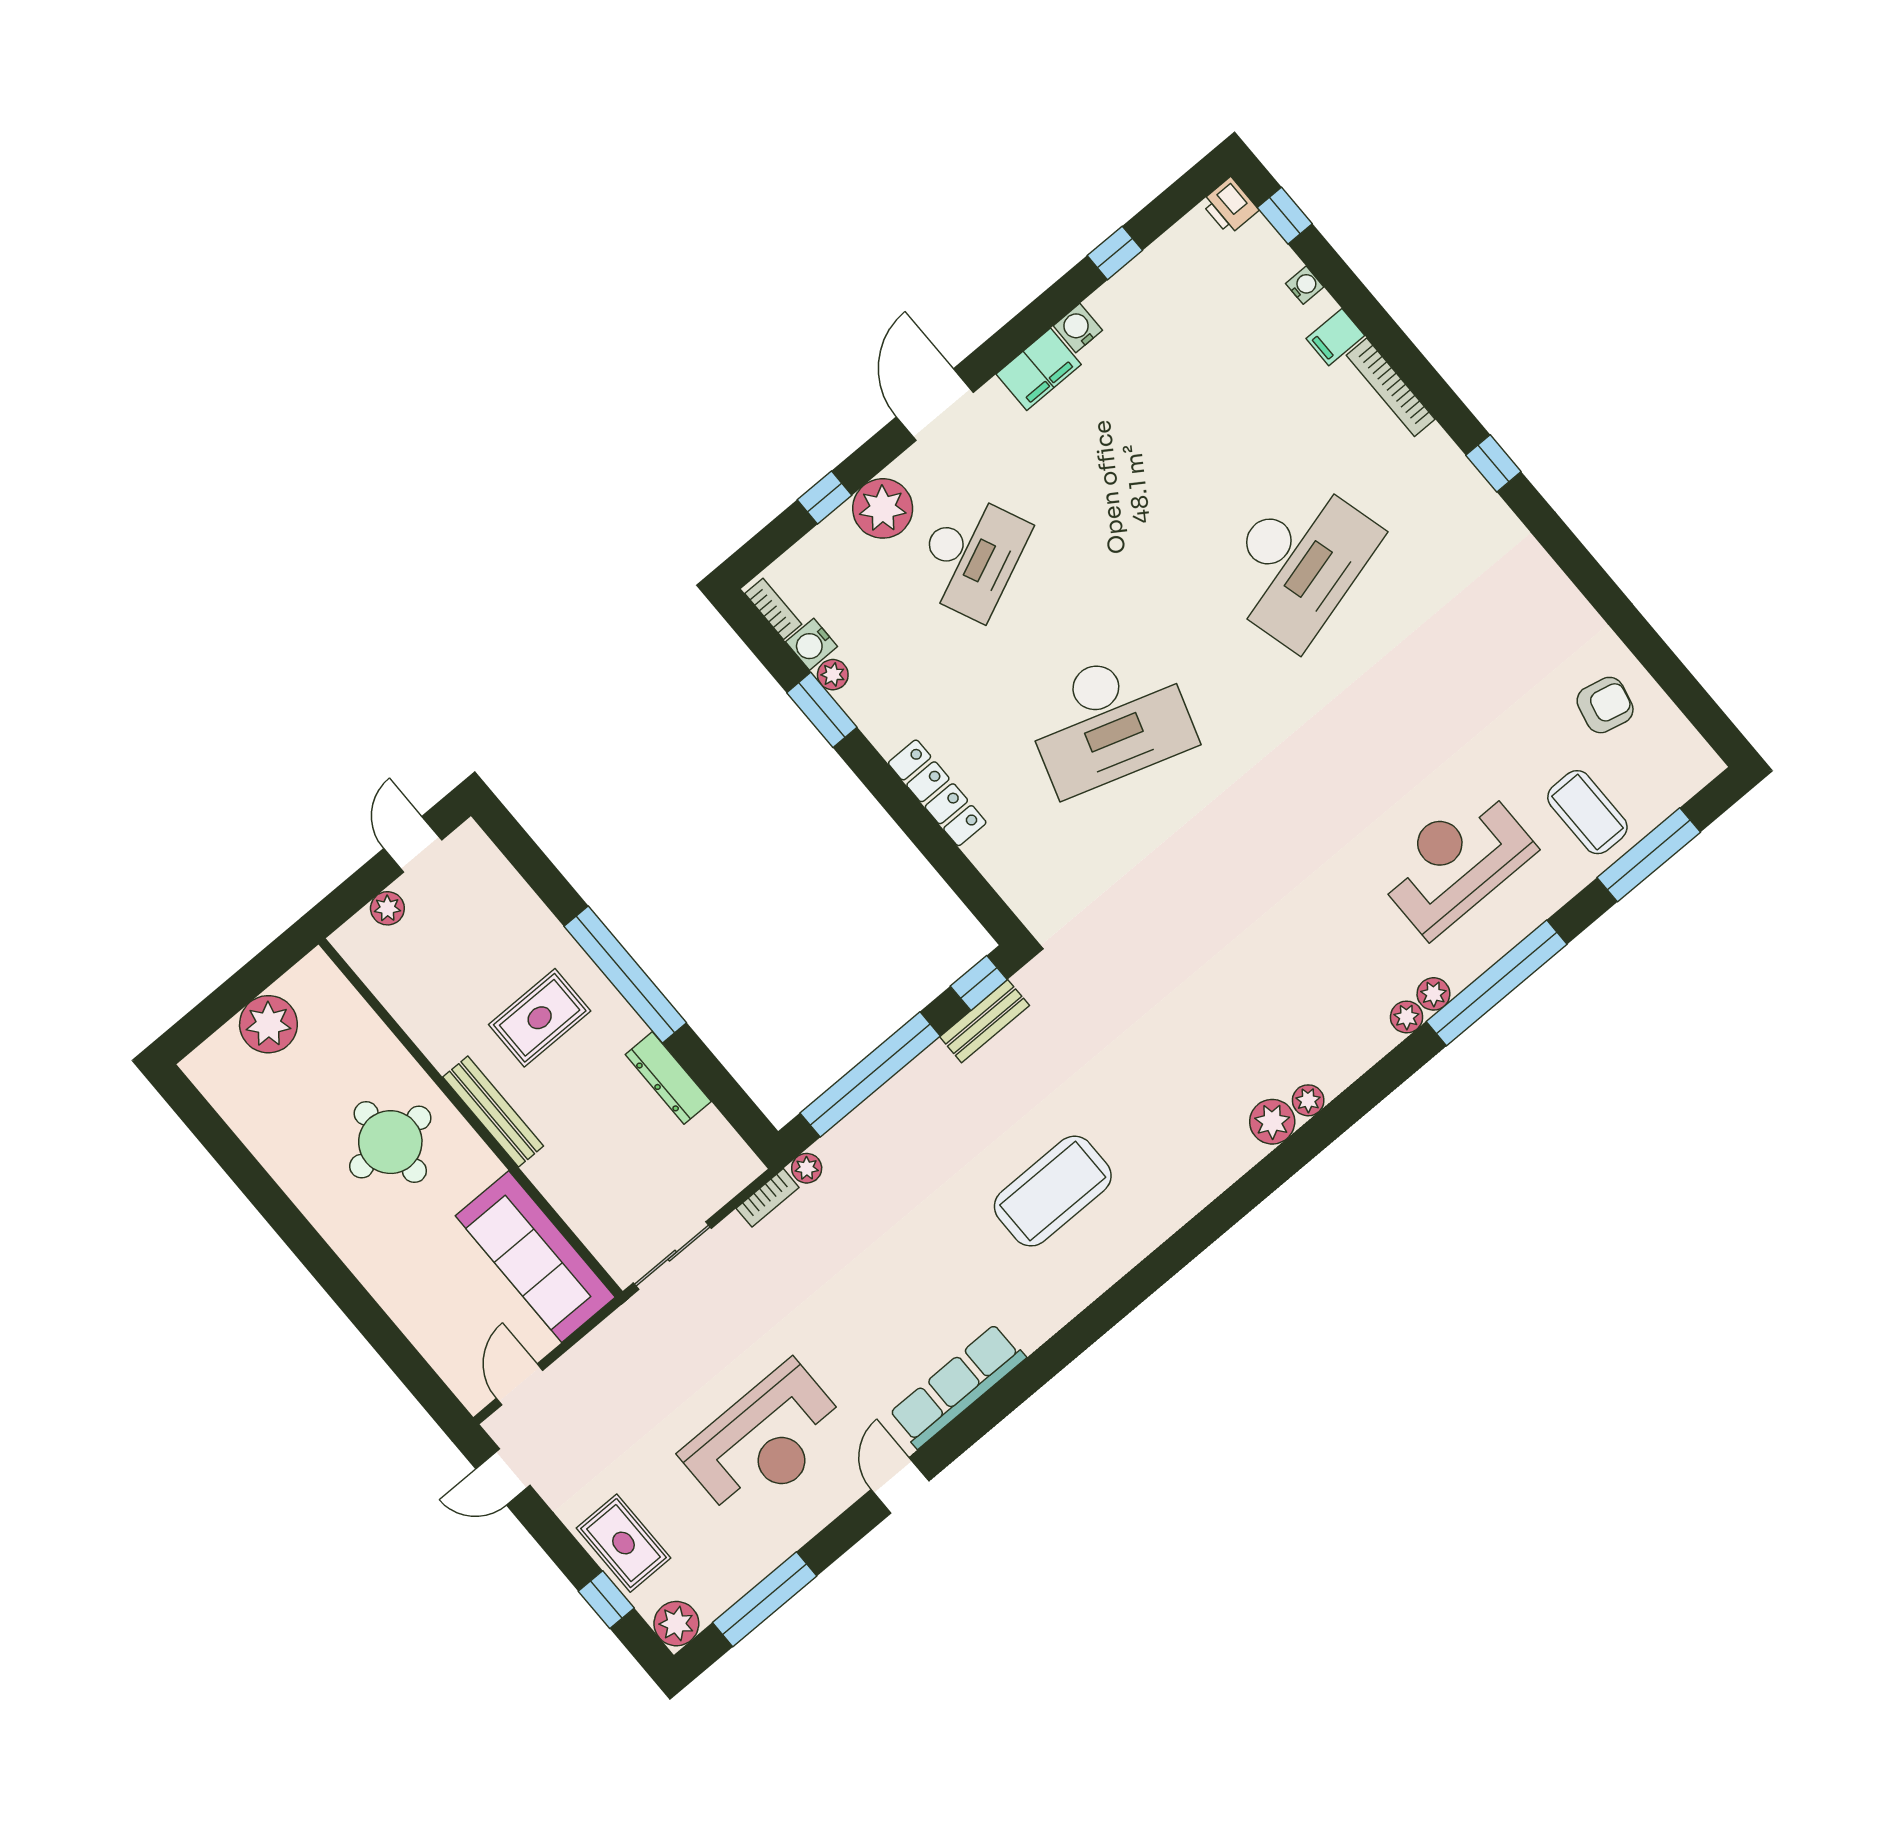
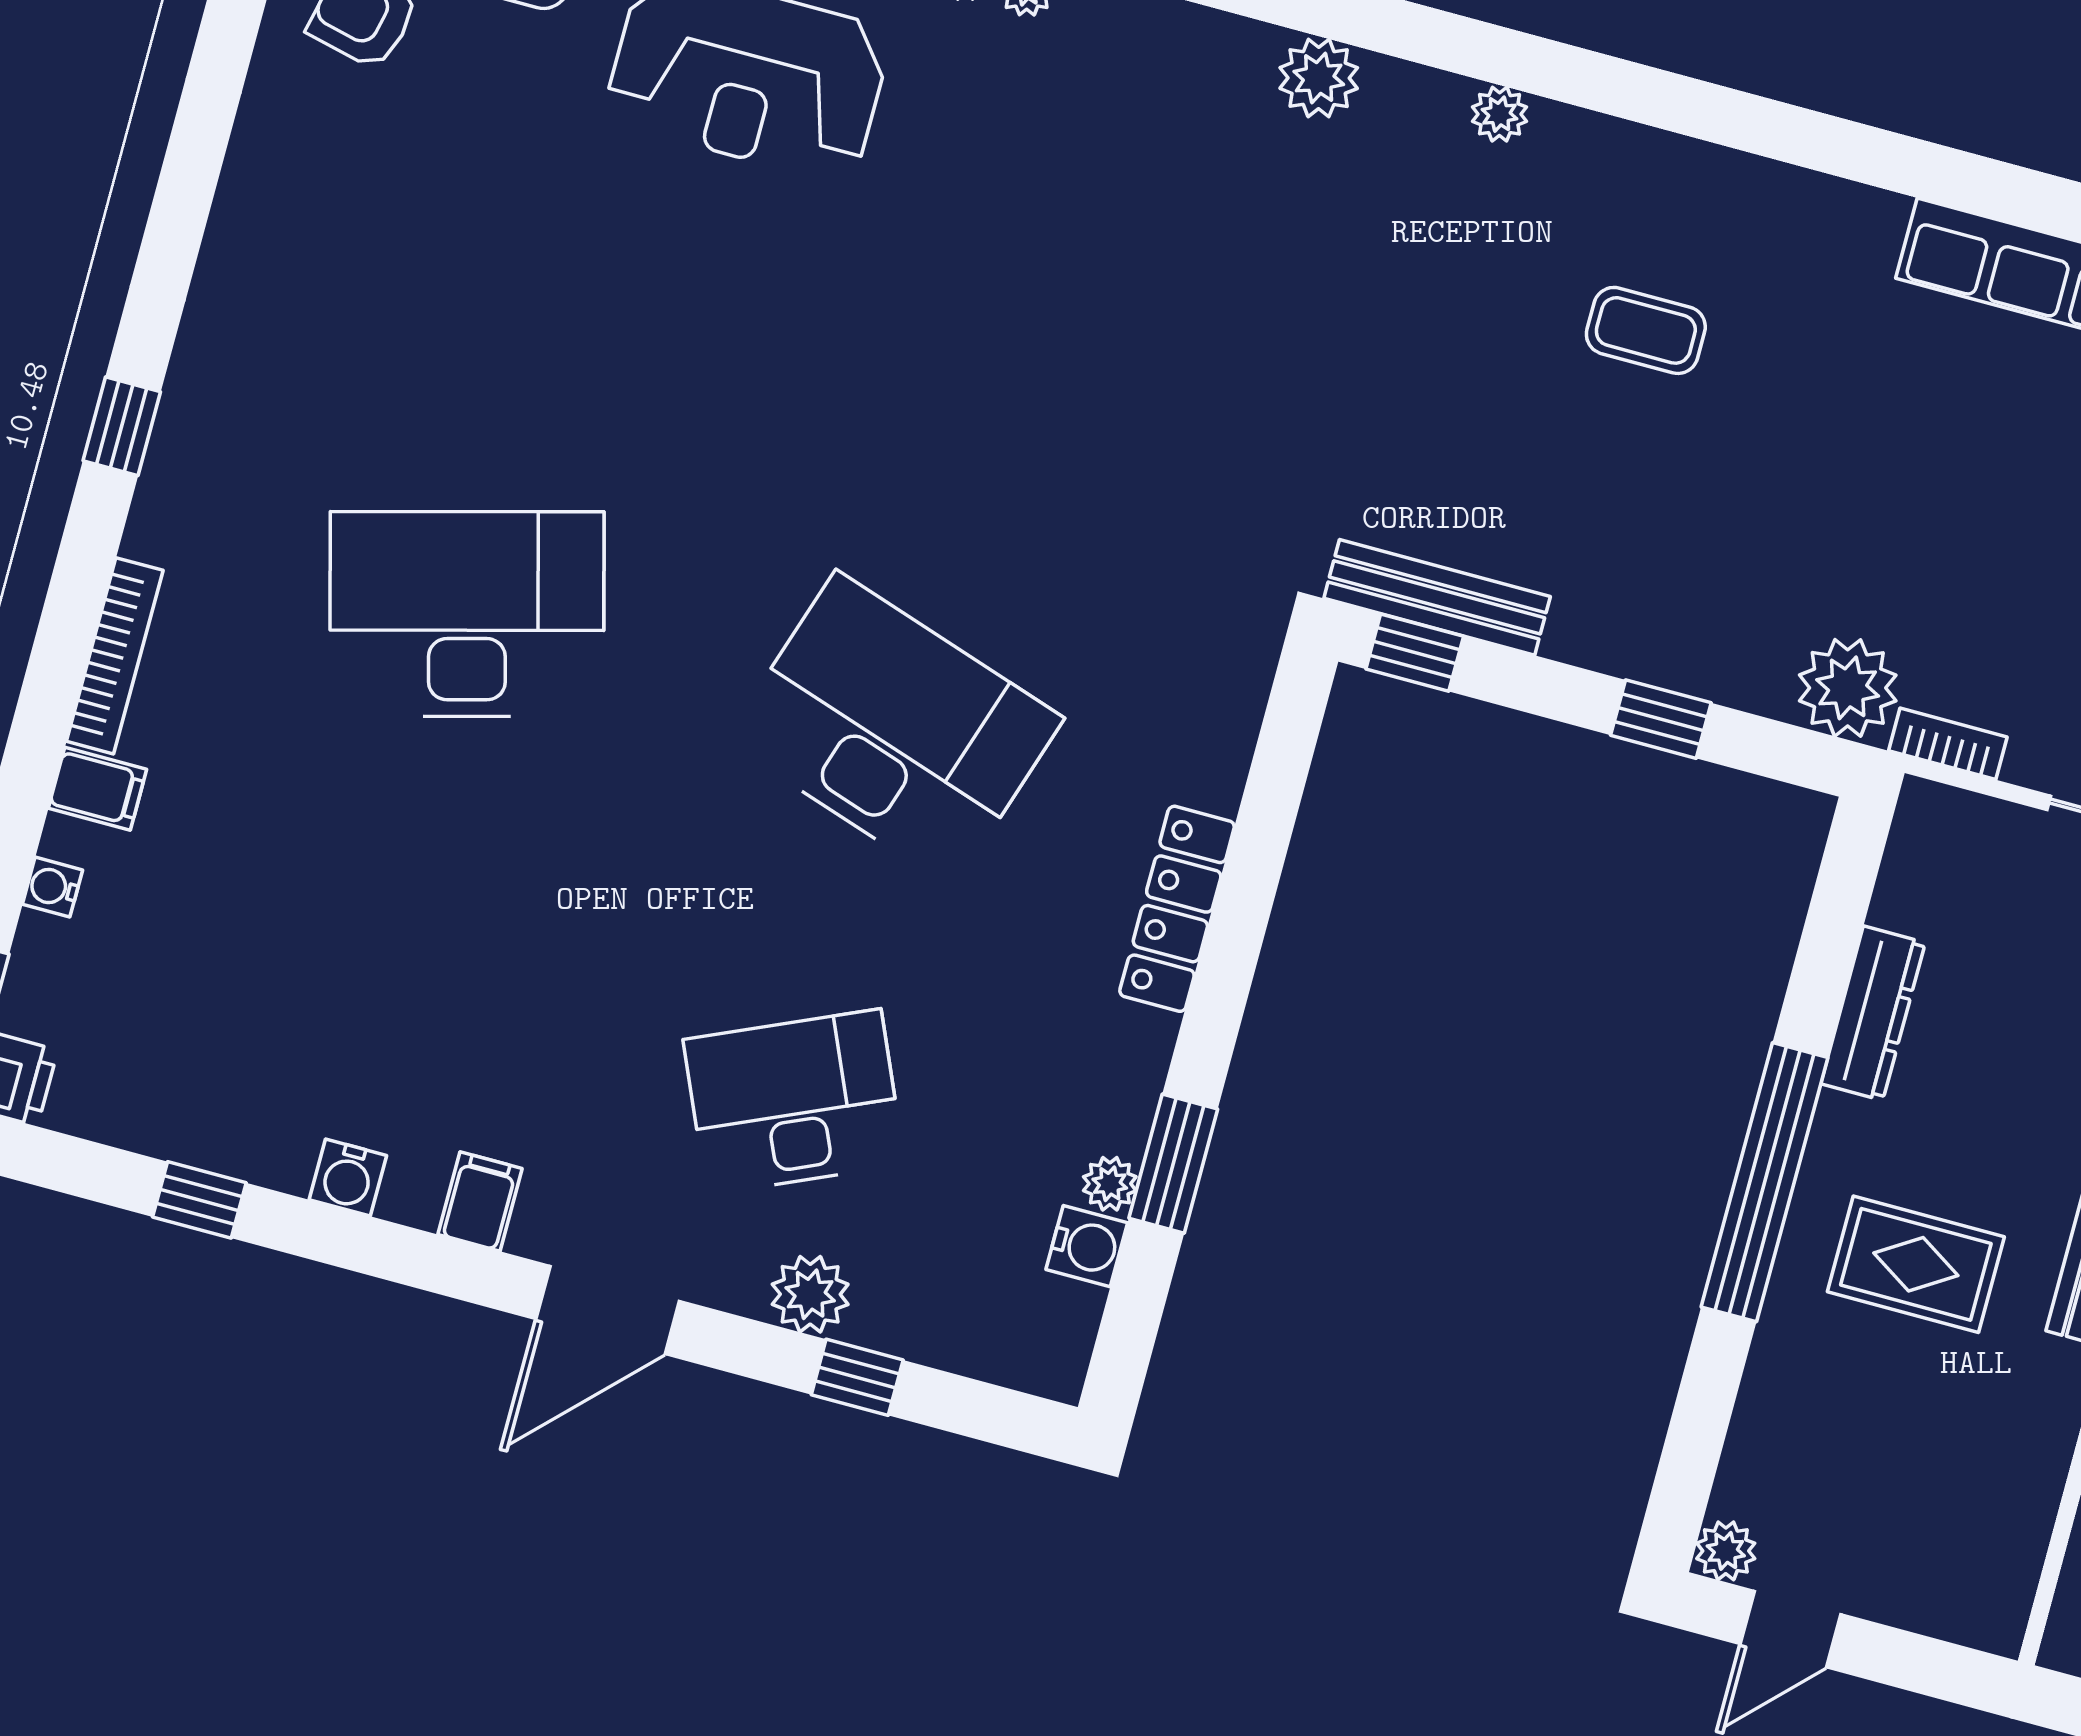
filing cabinet: (1039, 369) -> (480, 1201), width x0.50
plant: (883, 508) -> (810, 1294), width x0.73, depth x0.73
bookcase: (773, 609) -> (1074, 1339), removed
plant: (387, 908) -> (1726, 1551), moved
bench: (985, 1021) -> (1437, 597), width x1.36
window: (870, 1074) -> (1661, 719), width x0.32
plant: (1308, 1100) -> (1499, 114), moved
plant: (807, 1168) -> (1848, 688), width x1.88, depth x1.88
coffee table: (1053, 1191) -> (1646, 330), width x0.54, depth x0.58

